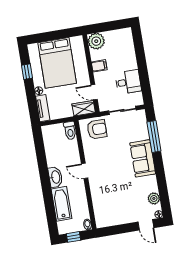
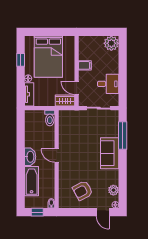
plant: (96, 41) -> (111, 43), moved
armchair: (97, 129) -> (83, 191), moved, turned 152

